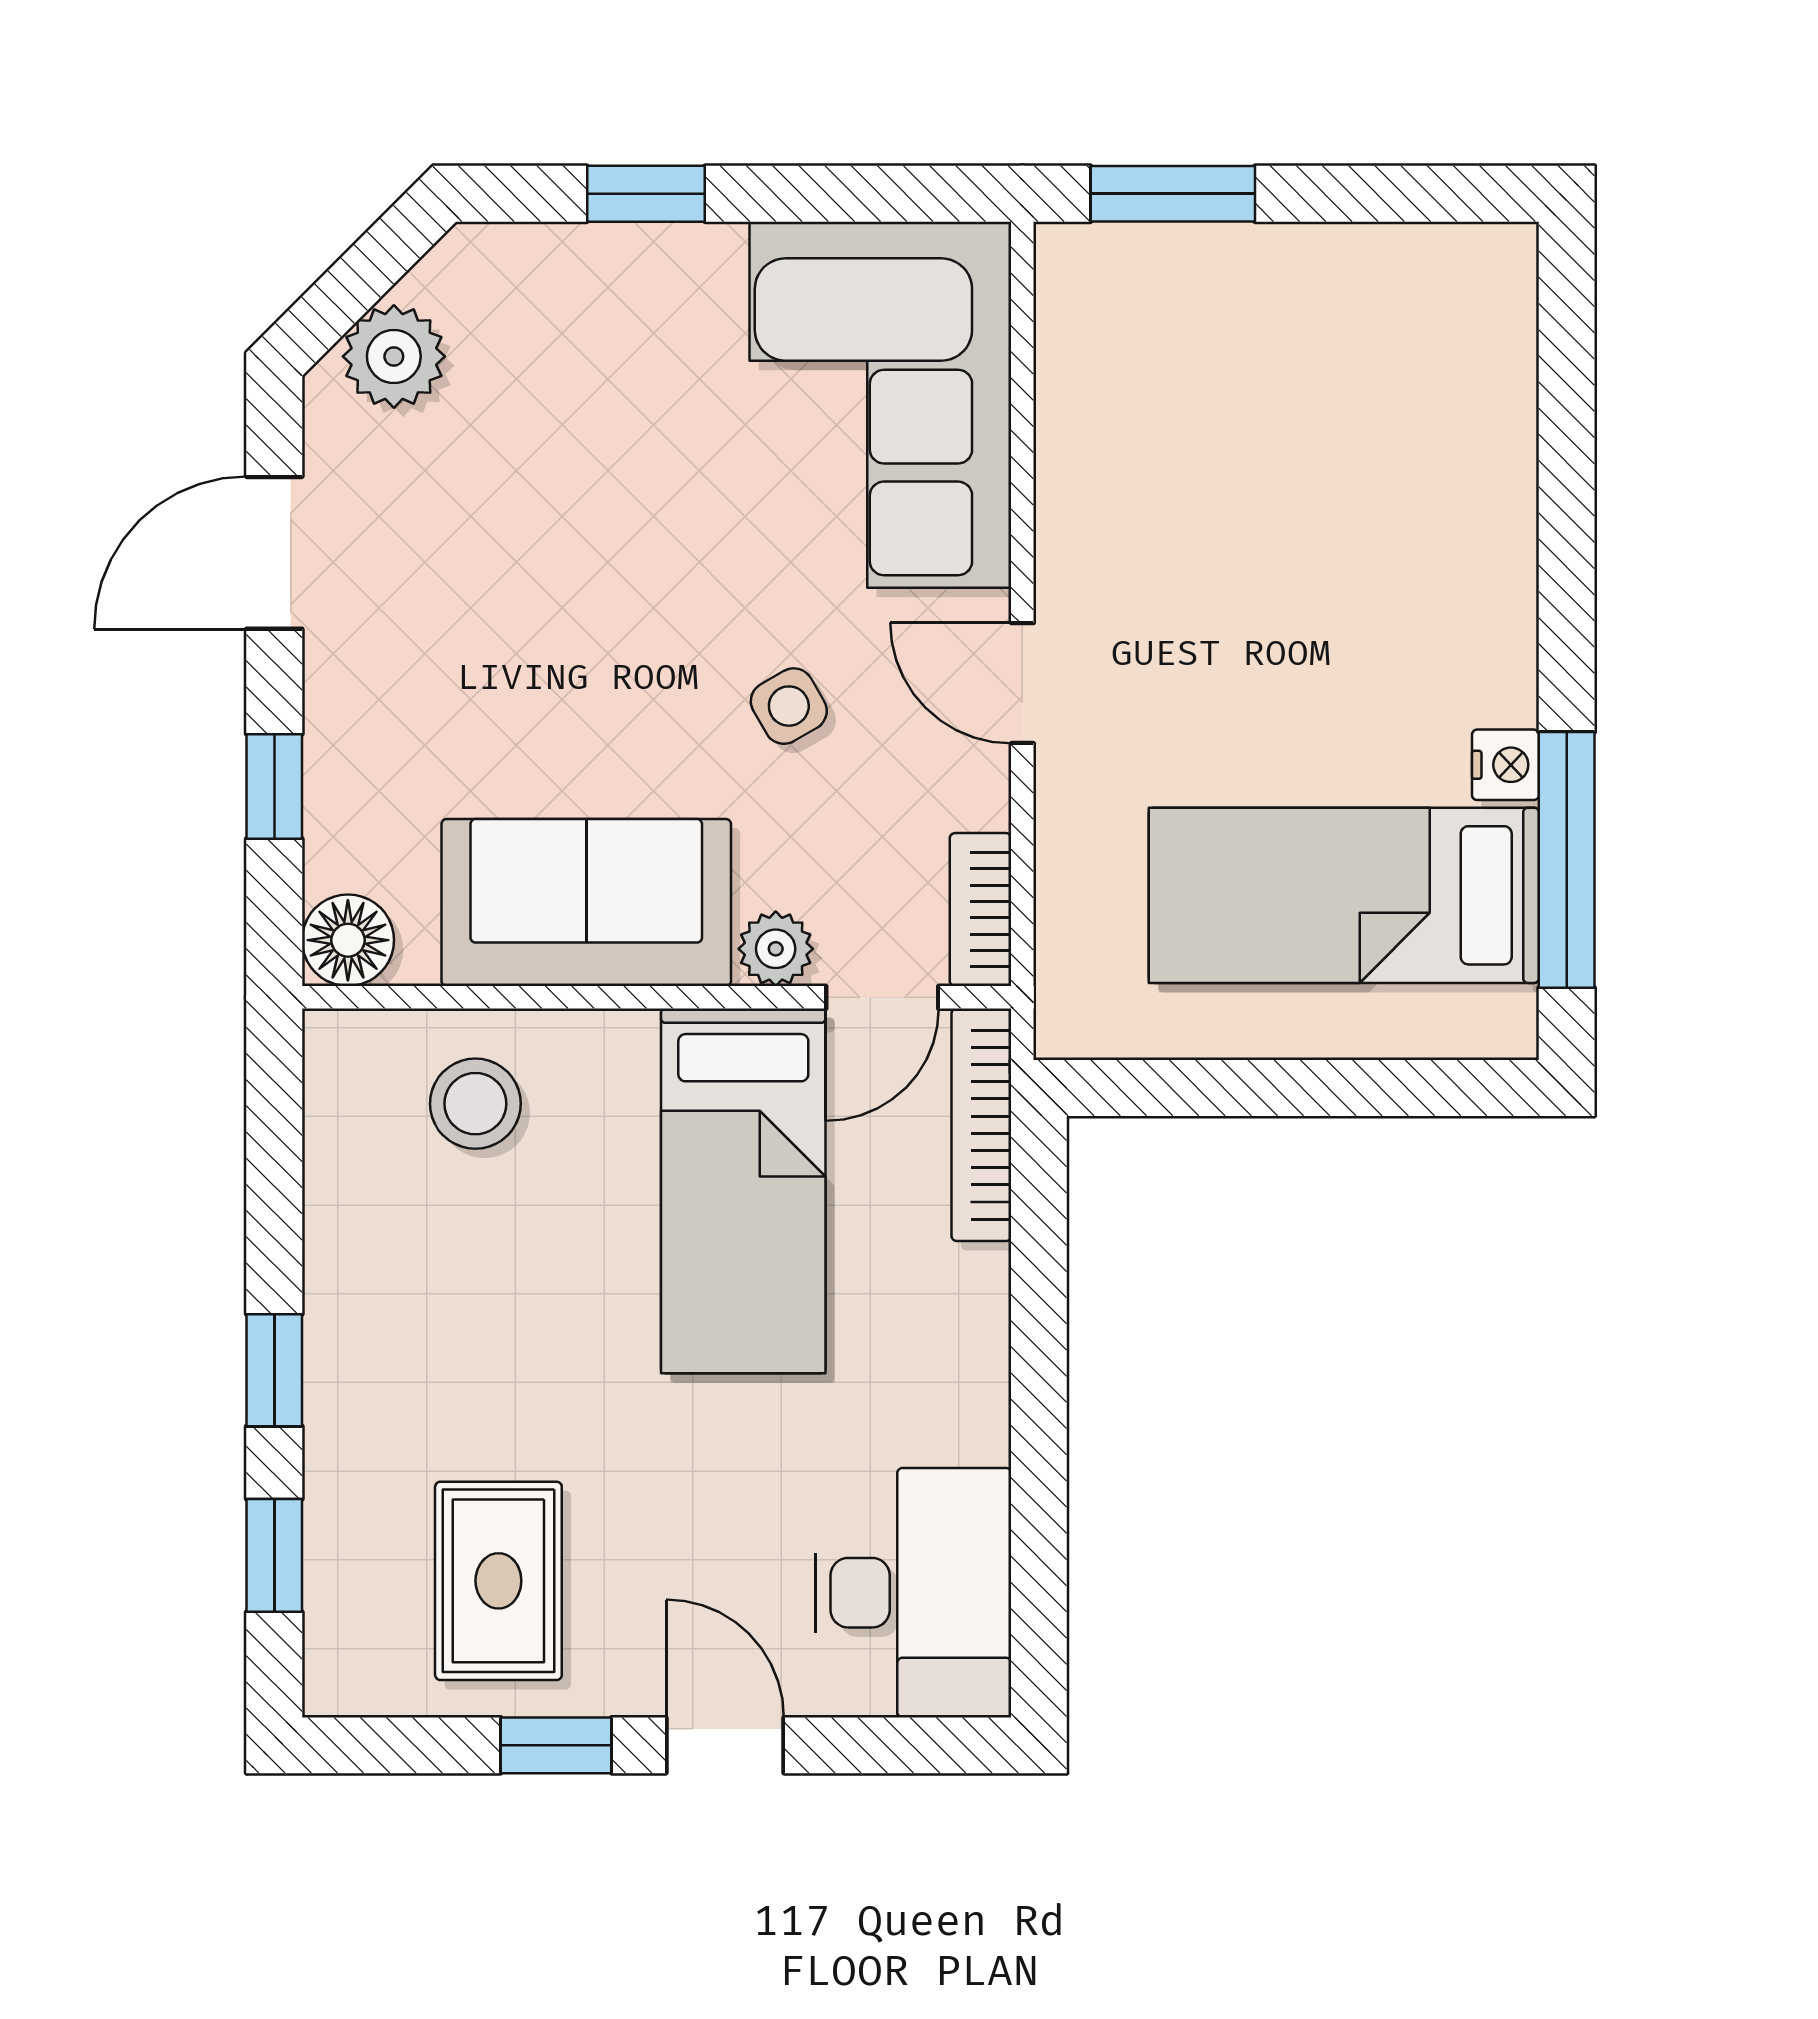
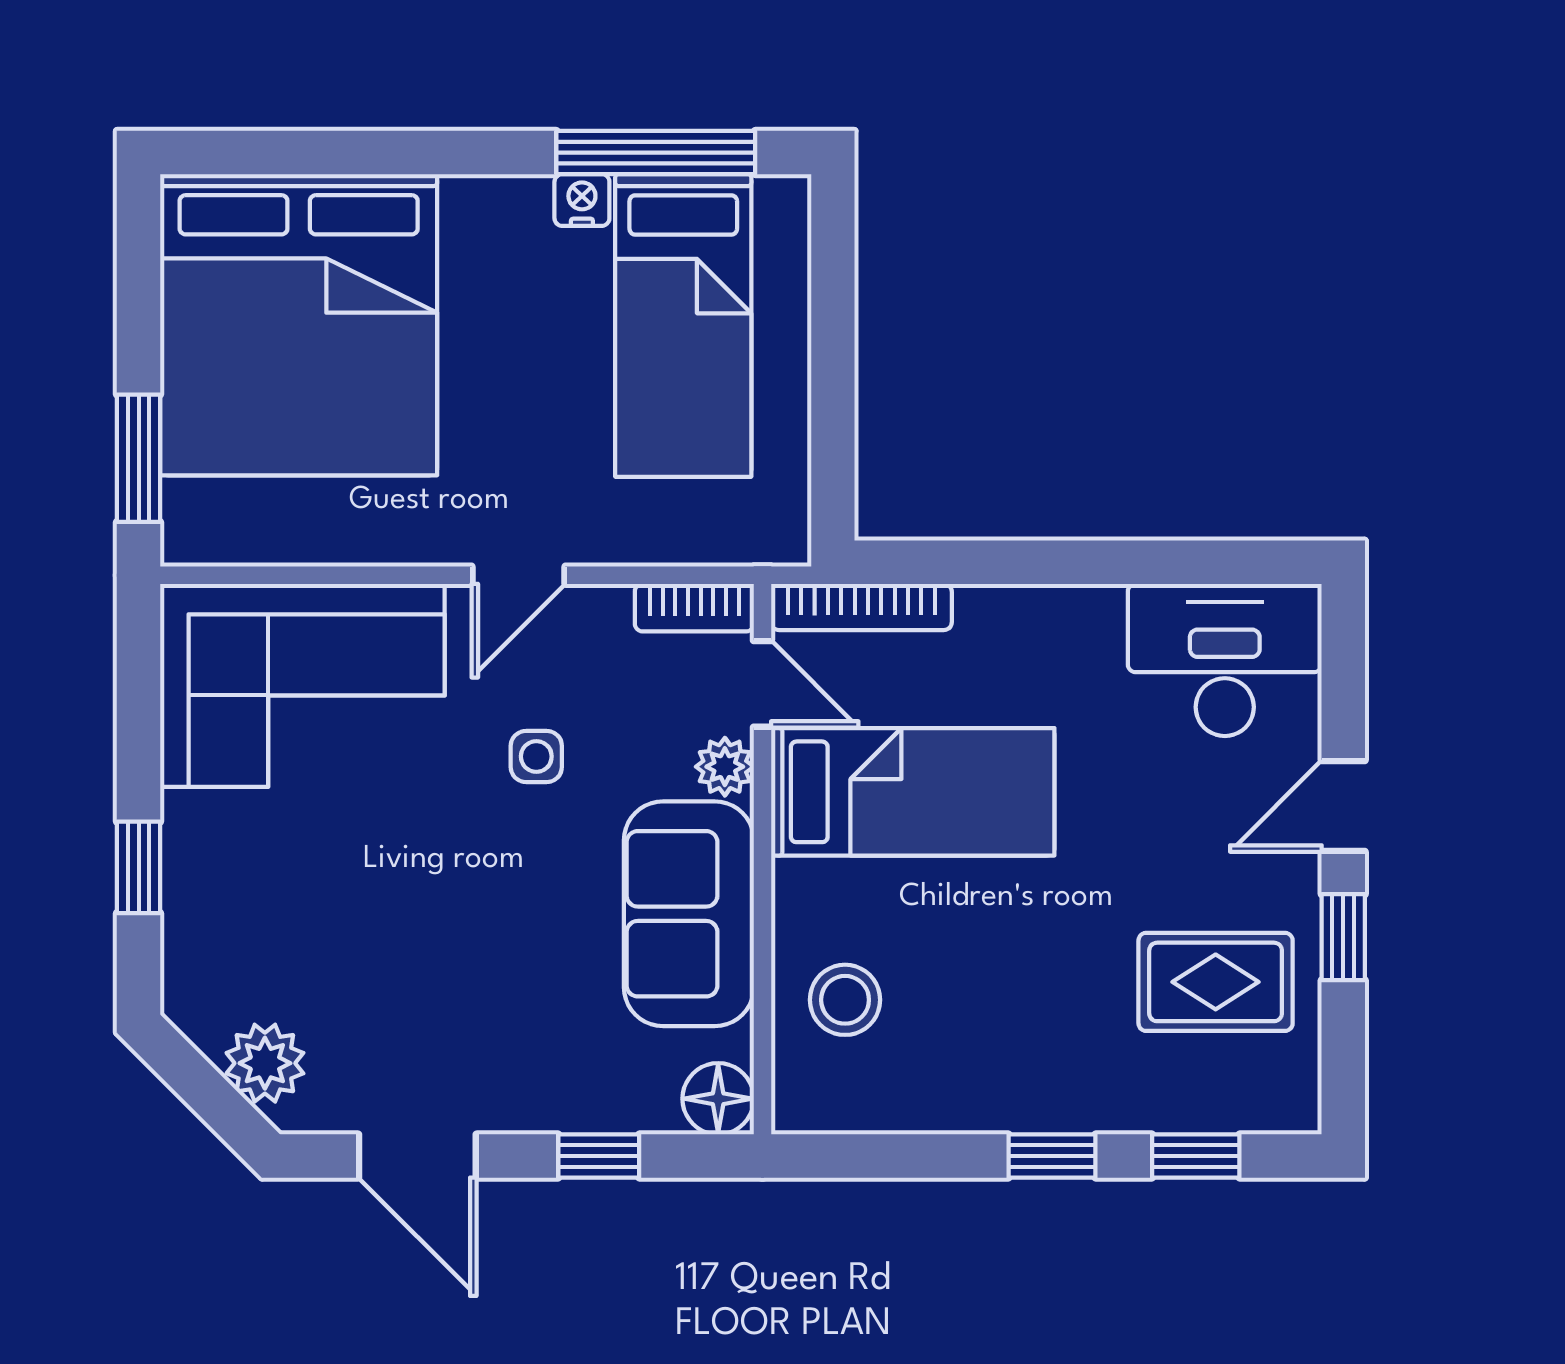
bed: (1345, 400) -> (299, 325), added
side table: (789, 706) -> (536, 756), turned 30

